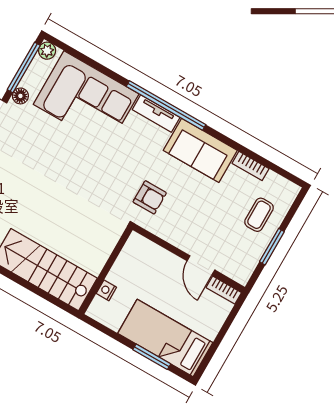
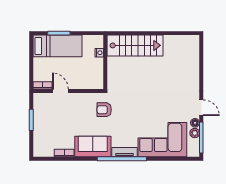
plant: (47, 51) -> (195, 133), moved
coffee table: (259, 215) -> (46, 132), removed

